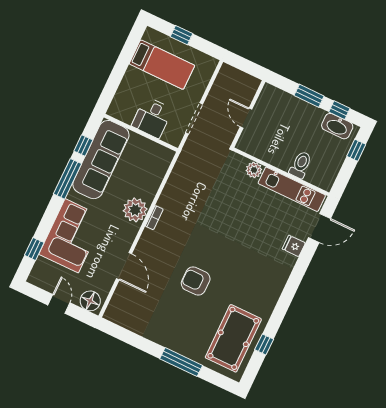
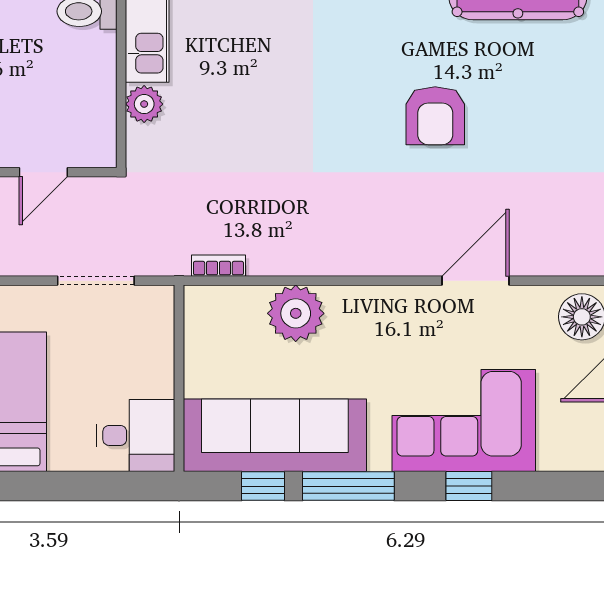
desk: (152, 118) -> (136, 435), moved
plant: (135, 210) -> (296, 313), moved
bookcase: (154, 218) -> (218, 266), moved
window: (34, 249) -> (469, 486), moved

